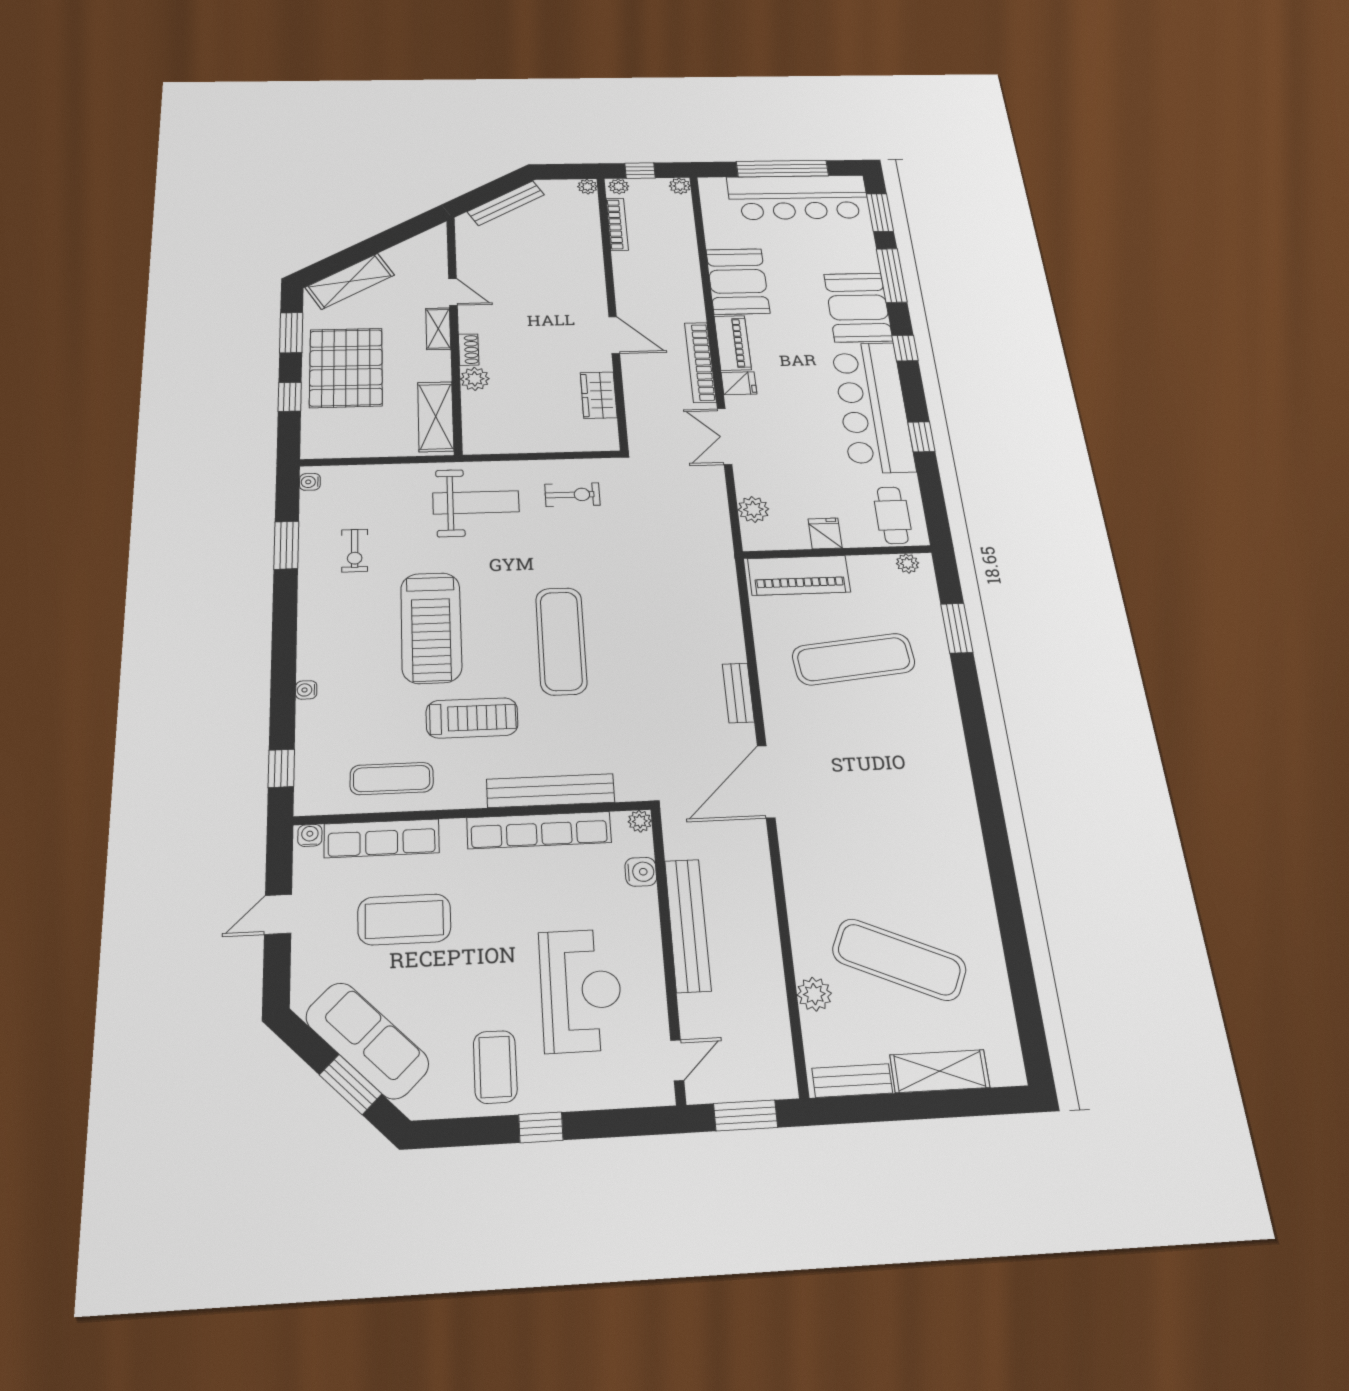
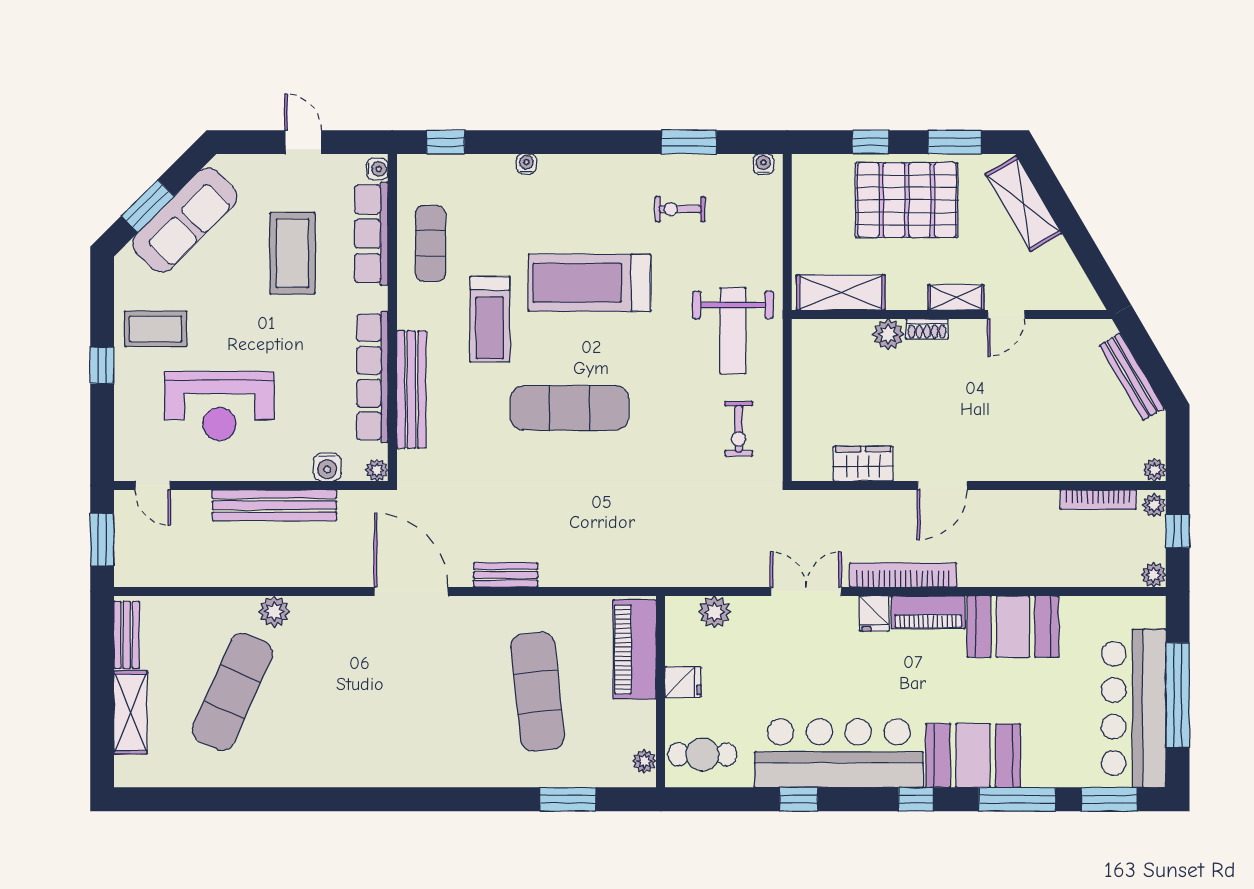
plant: (814, 994) -> (274, 612), moved

